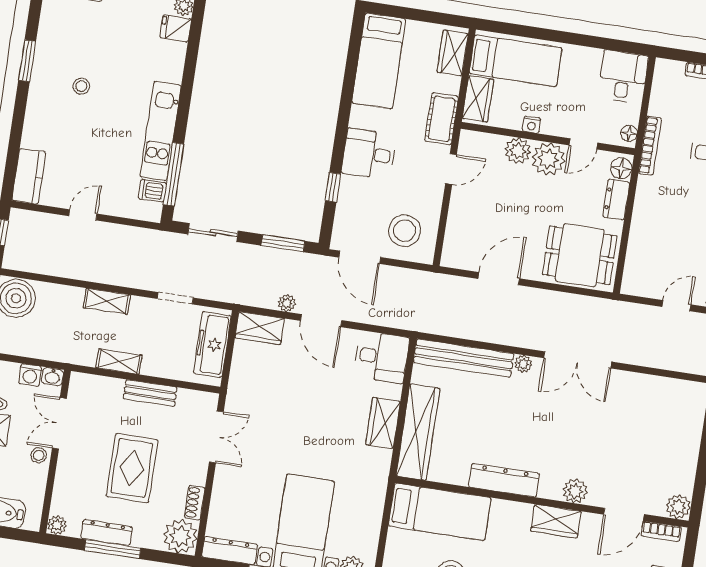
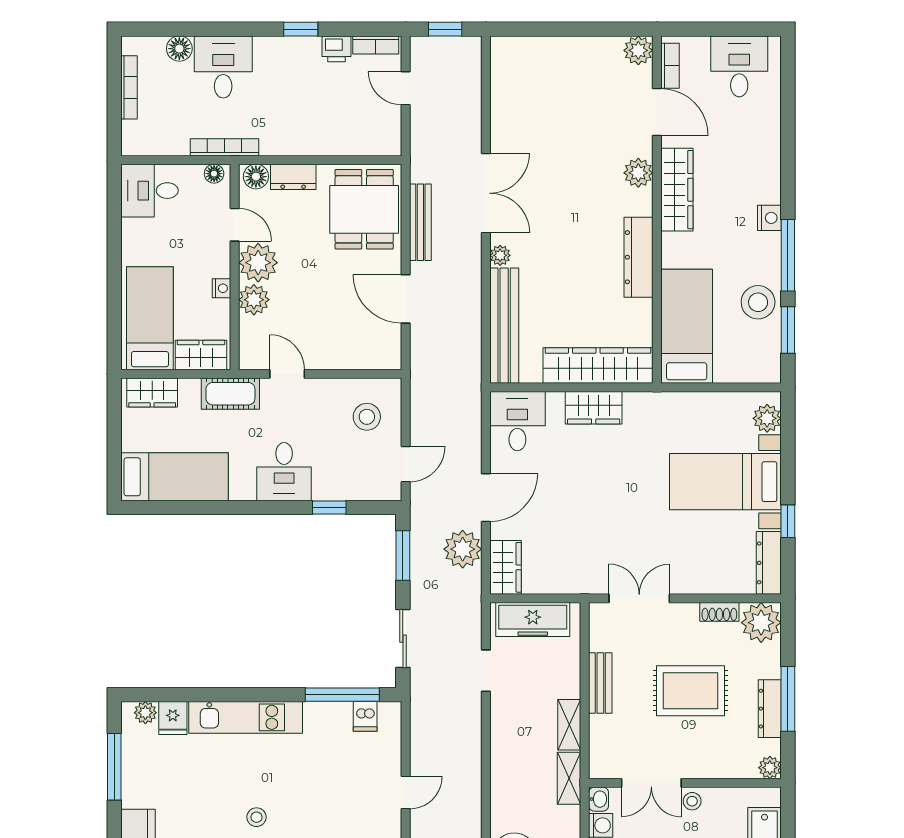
kitchen unit: (161, 131) -> (246, 717), moved
door: (83, 215) -> (406, 793), swing flipped
stool: (404, 231) -> (367, 417), width x0.73, depth x0.73
door: (360, 257) -> (406, 464), width x0.73
shelving: (107, 301) -> (569, 778), moved
bench: (562, 301) -> (420, 222), added
plant: (287, 303) -> (463, 549), width x1.87, depth x1.87
wardrobe: (556, 521) -> (677, 190), width x1.50

